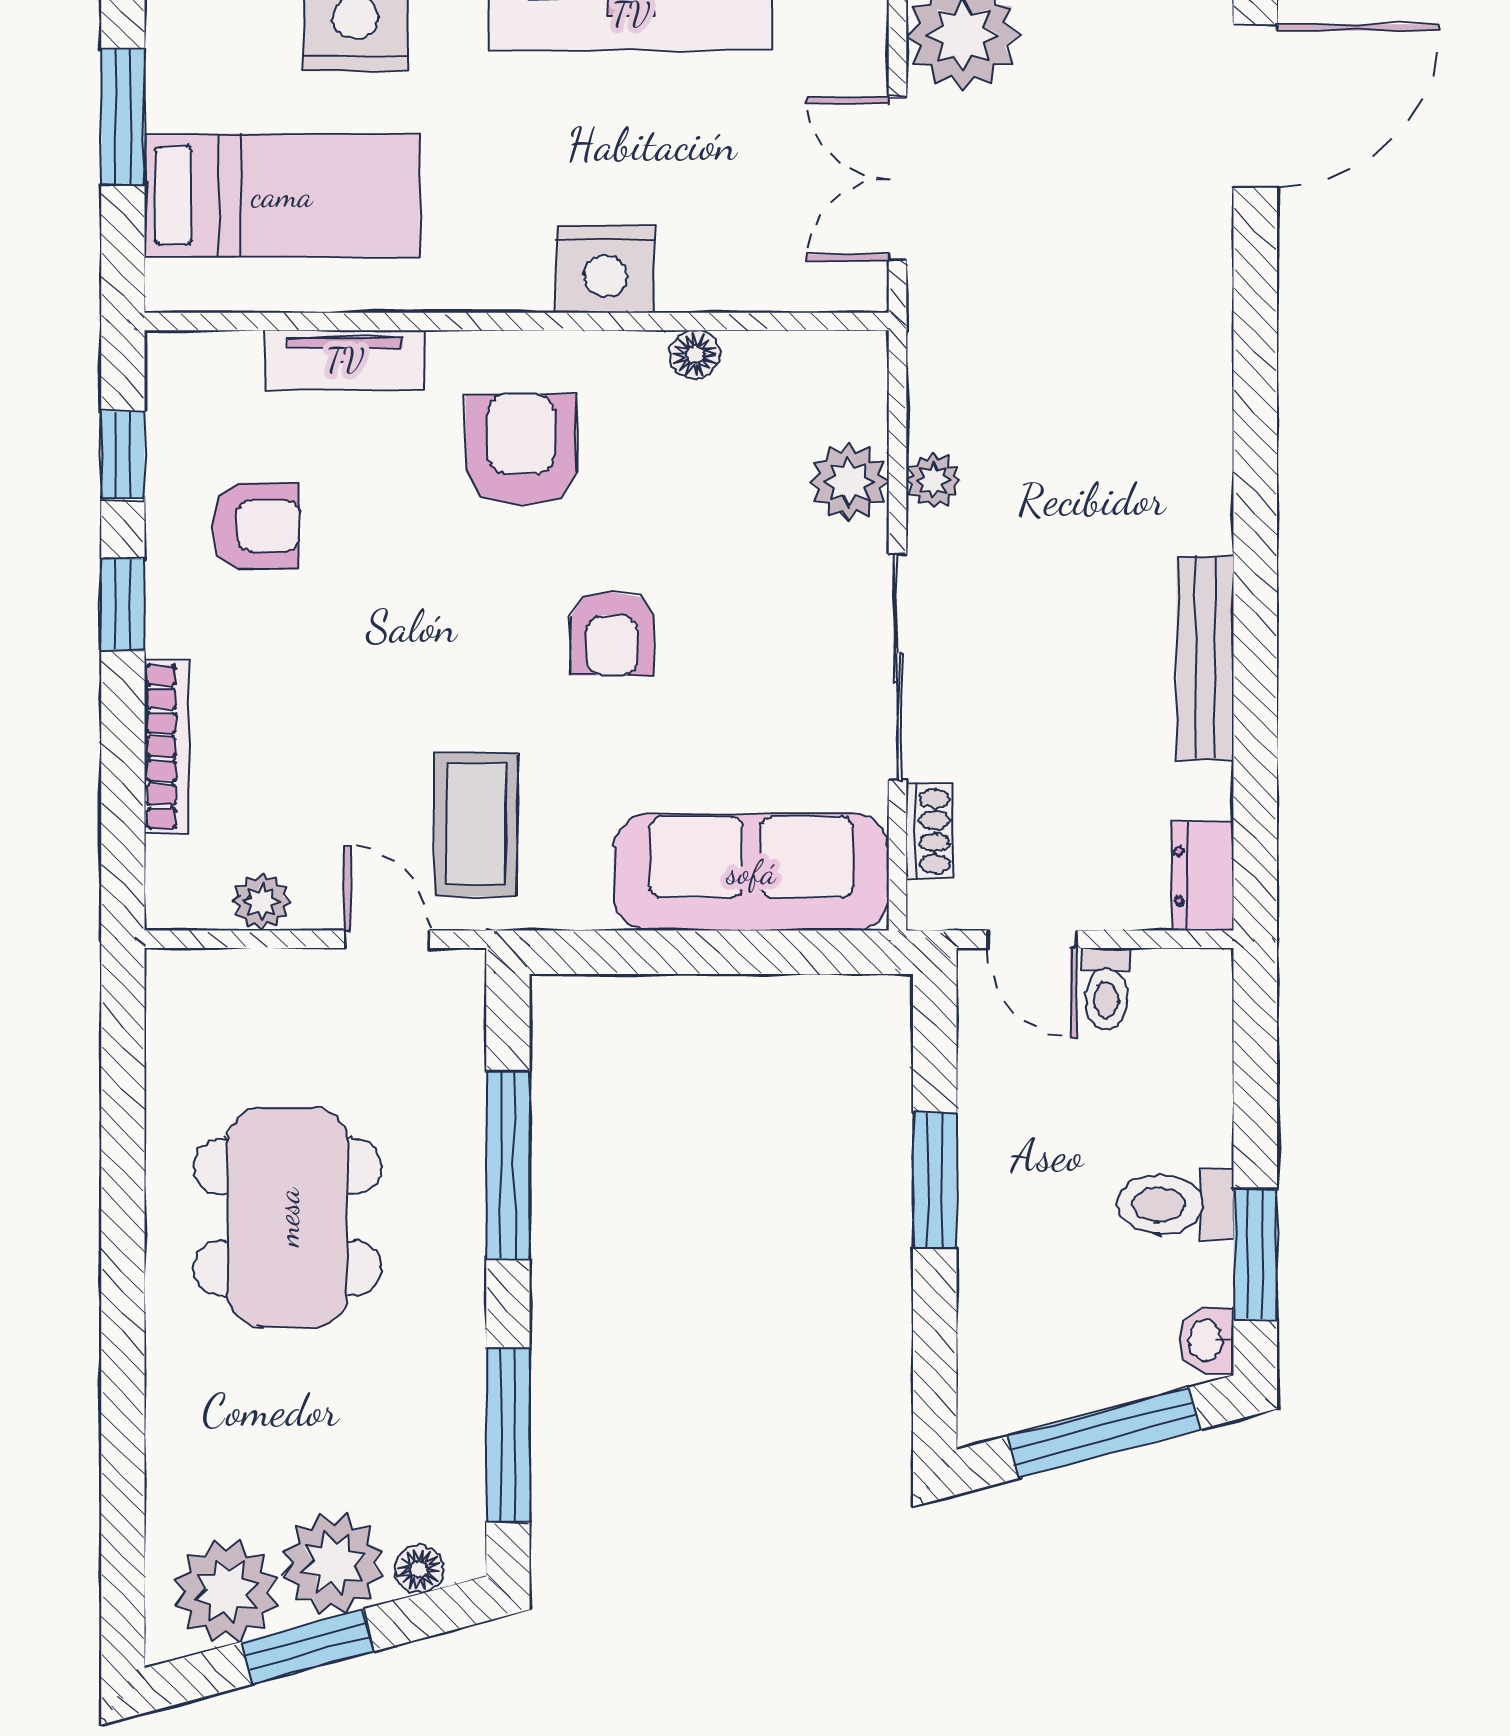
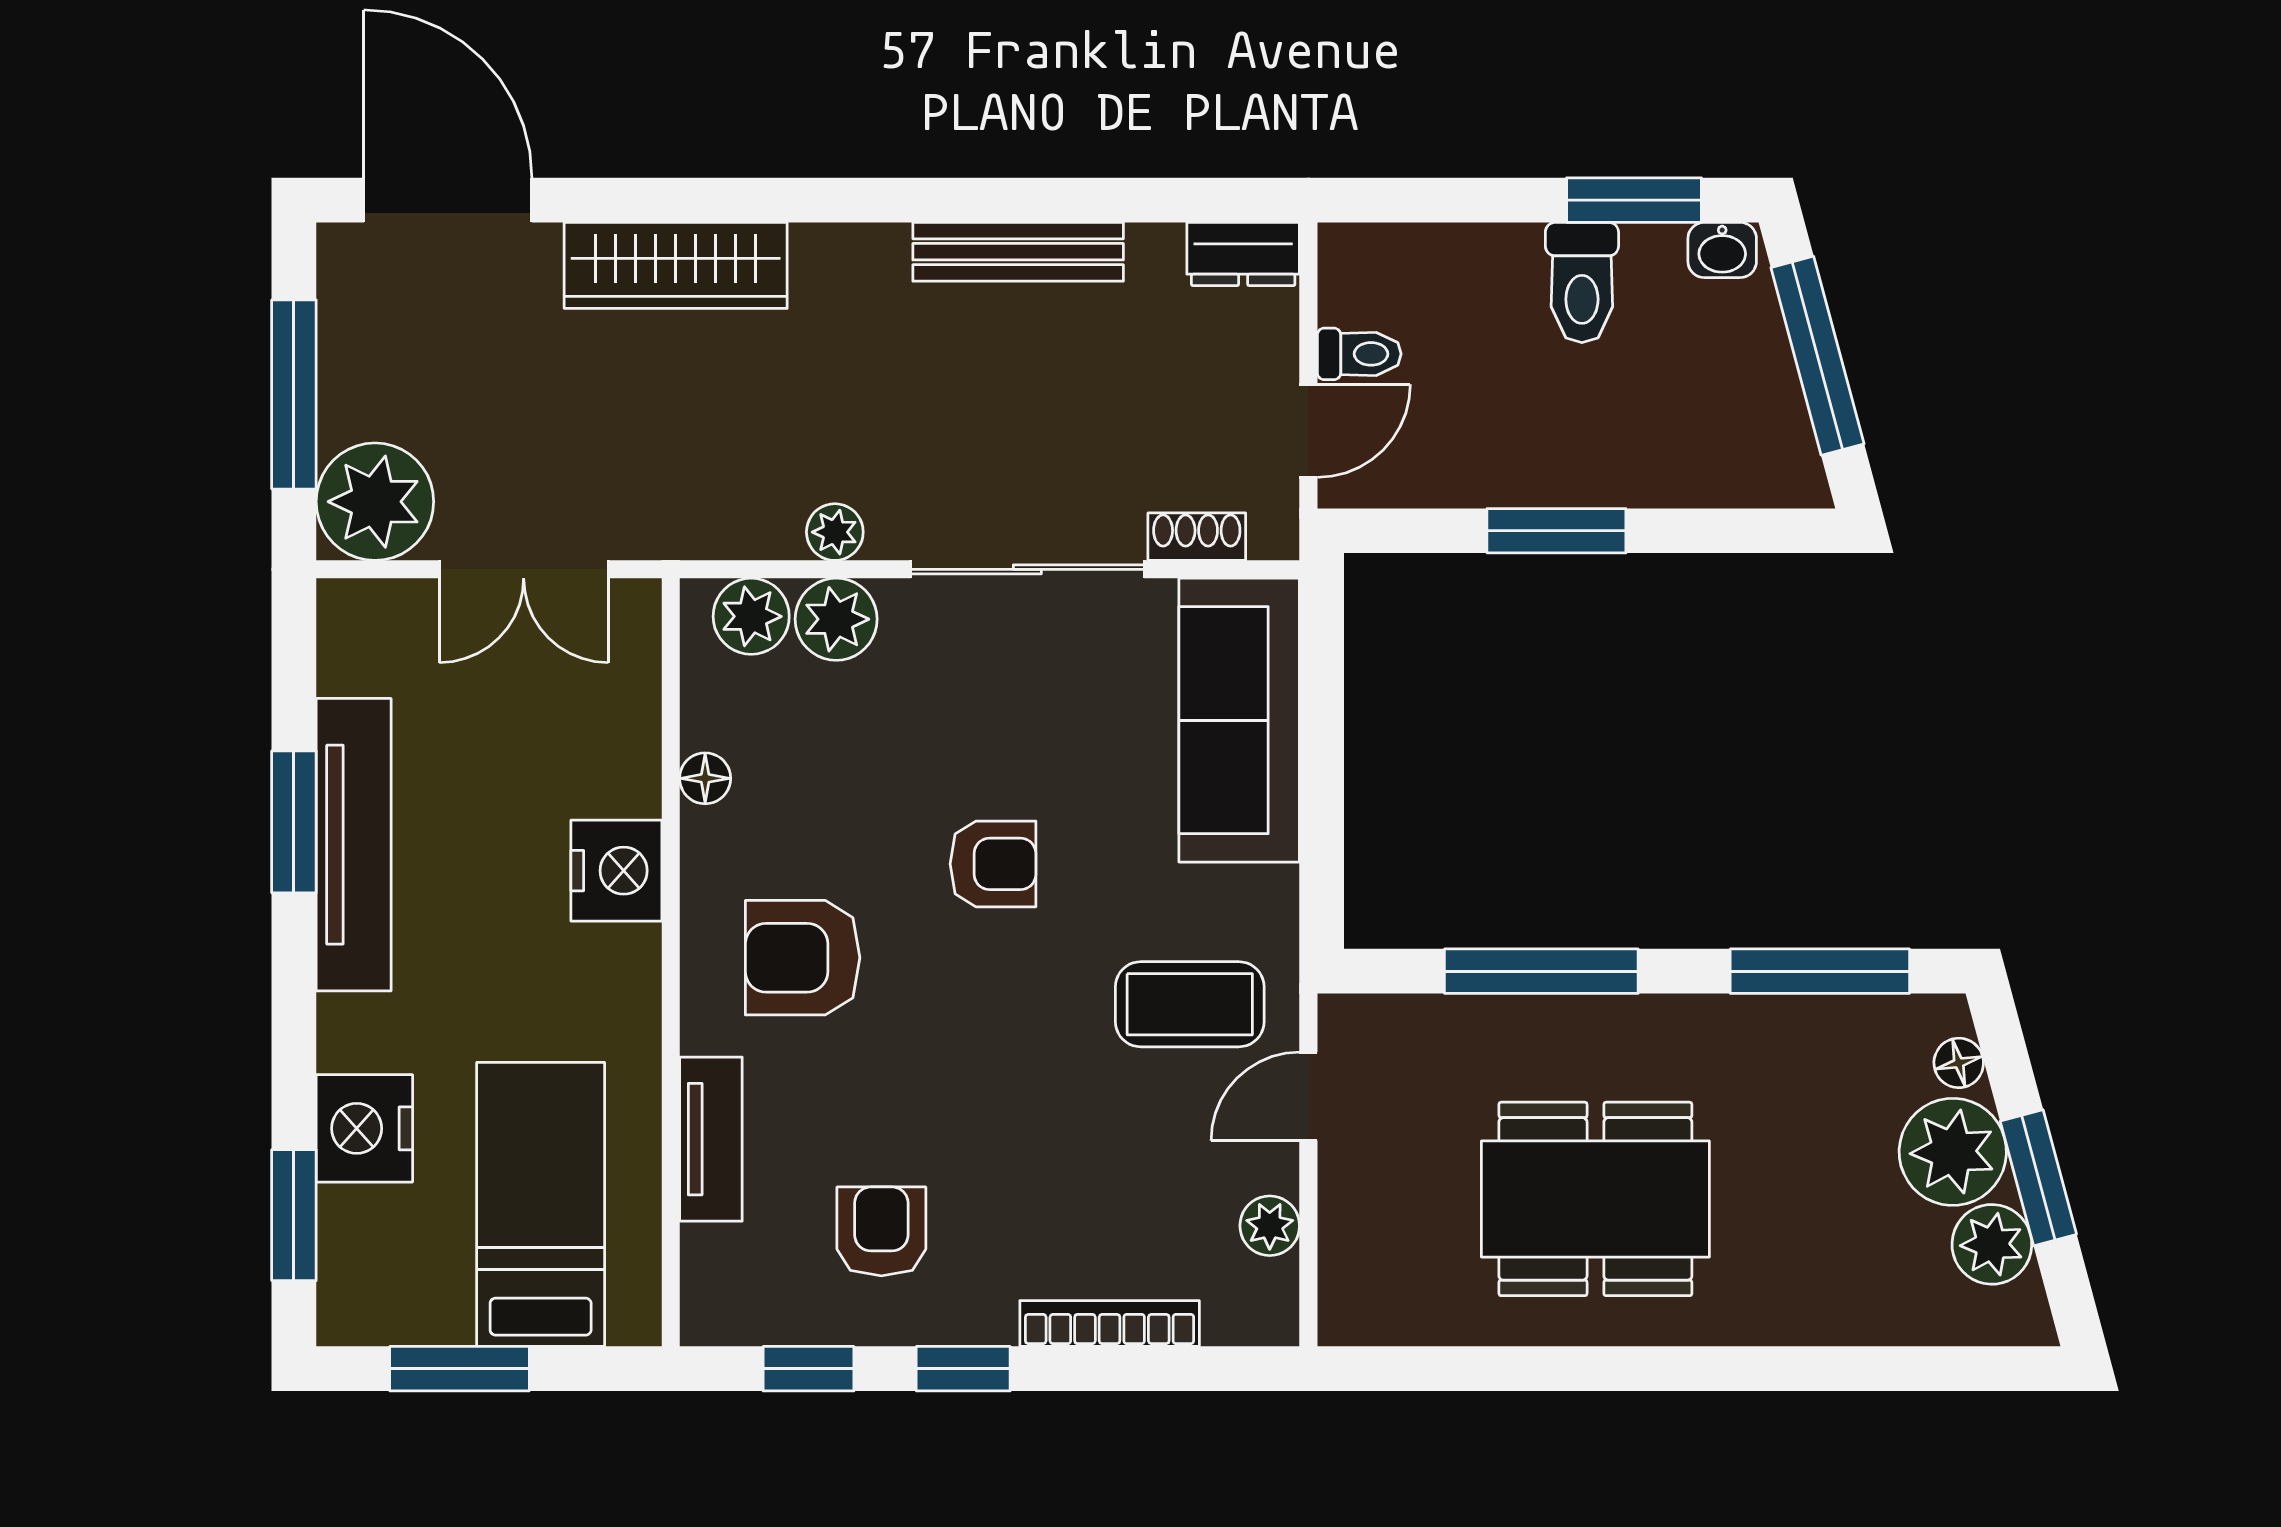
wardrobe: (1192, 326) -> (676, 265), added
plant: (852, 399) -> (751, 616), added
plant: (226, 1592) -> (1992, 1244), width x0.73, depth x0.73

